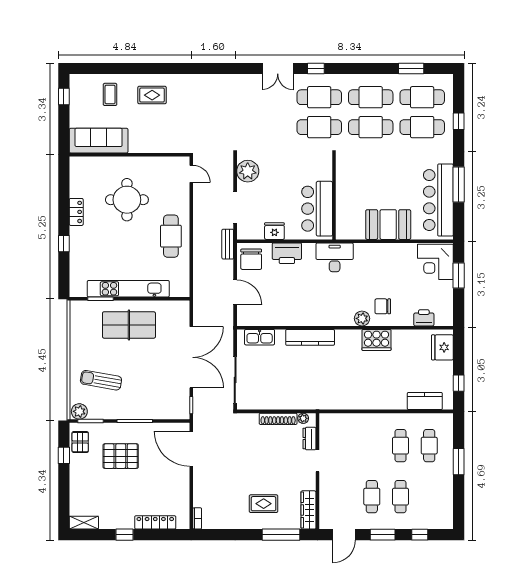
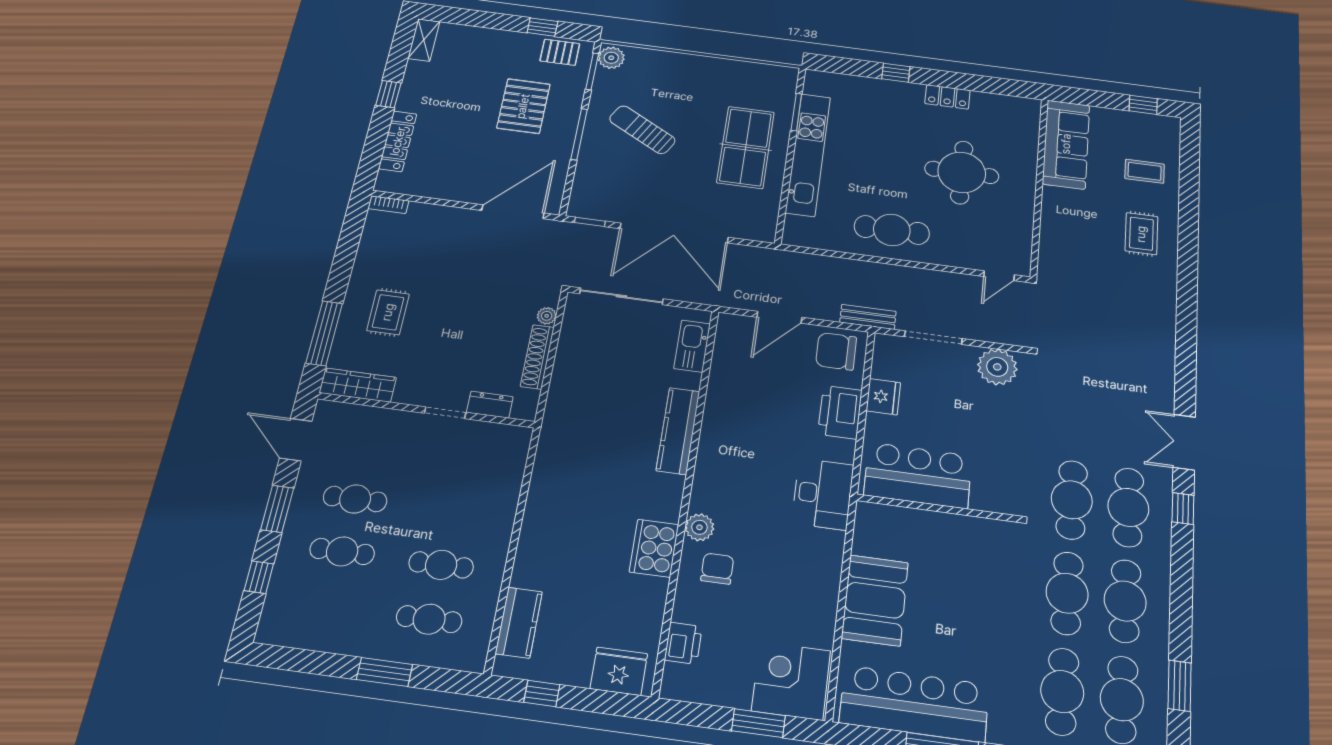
sun lounger: (101, 380) -> (642, 130), moved, turned -71
plant: (303, 418) -> (547, 316), moved

